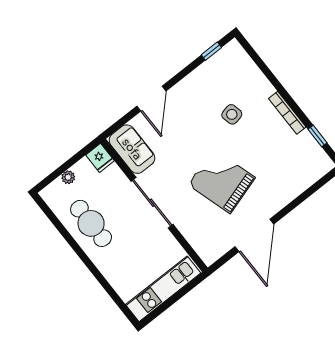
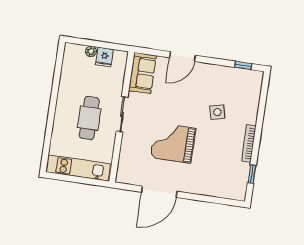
fridge: (100, 158) -> (104, 57), moved
grand piano: (222, 181) -> (173, 143), turned -73
sliding door: (152, 203) -> (122, 114), width x0.73
cafe table: (91, 223) -> (89, 118), moved

